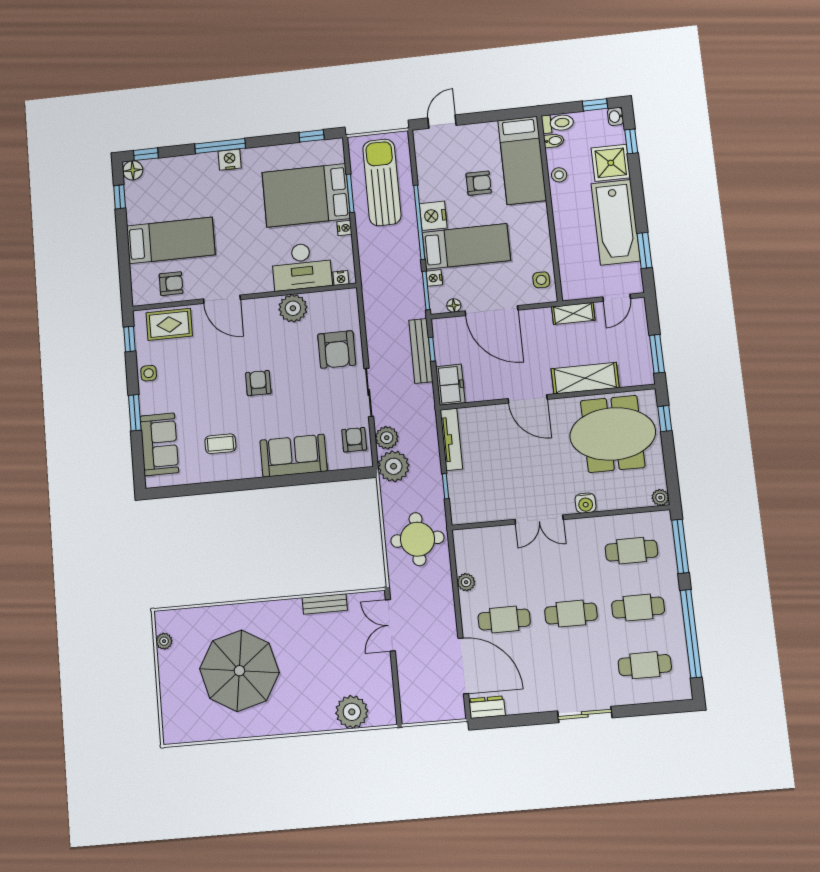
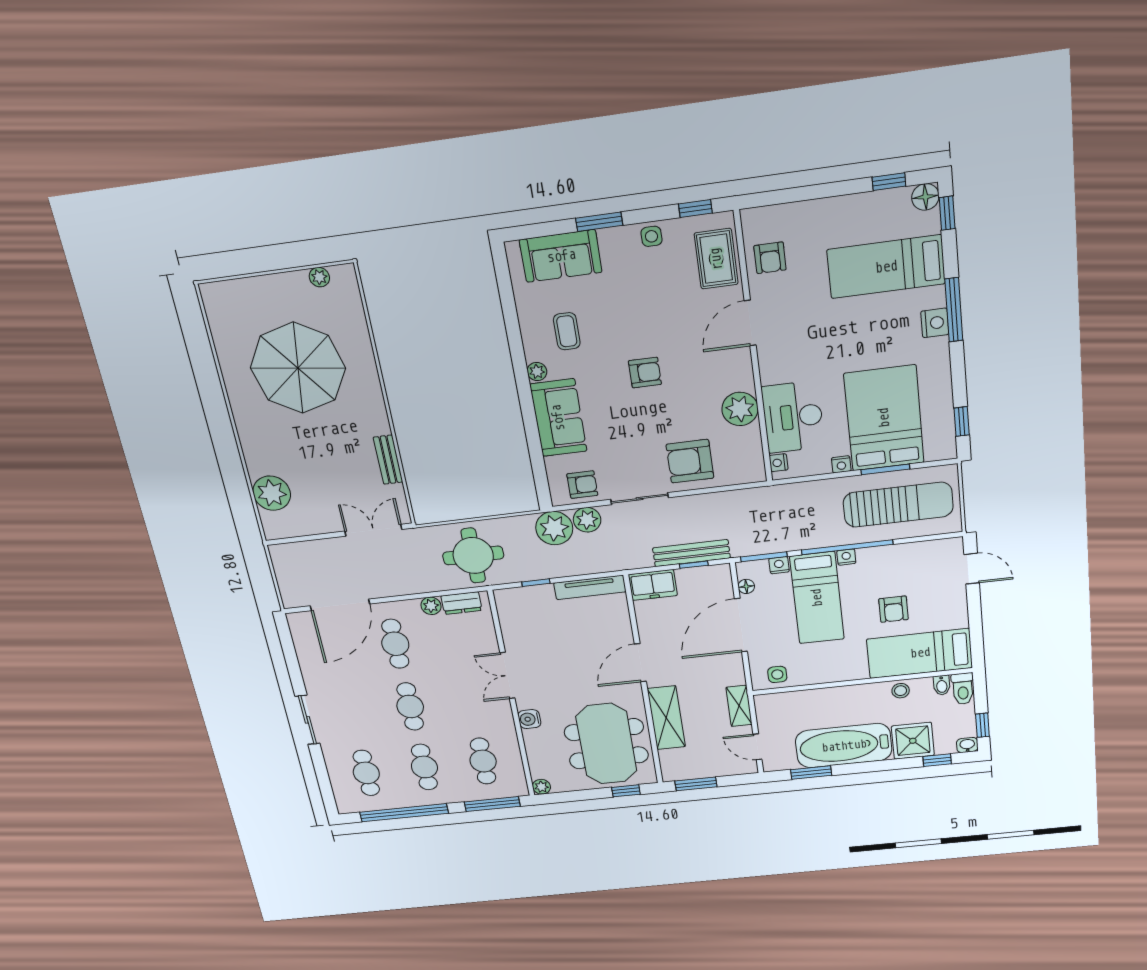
nightstand: (433, 216) -> (846, 557), width x0.53, depth x0.56
bed: (171, 240) -> (886, 267), moved, turned 90
plant: (253, 470) -> (537, 372), added
dresser: (487, 707) -> (462, 603), moved, turned 90

